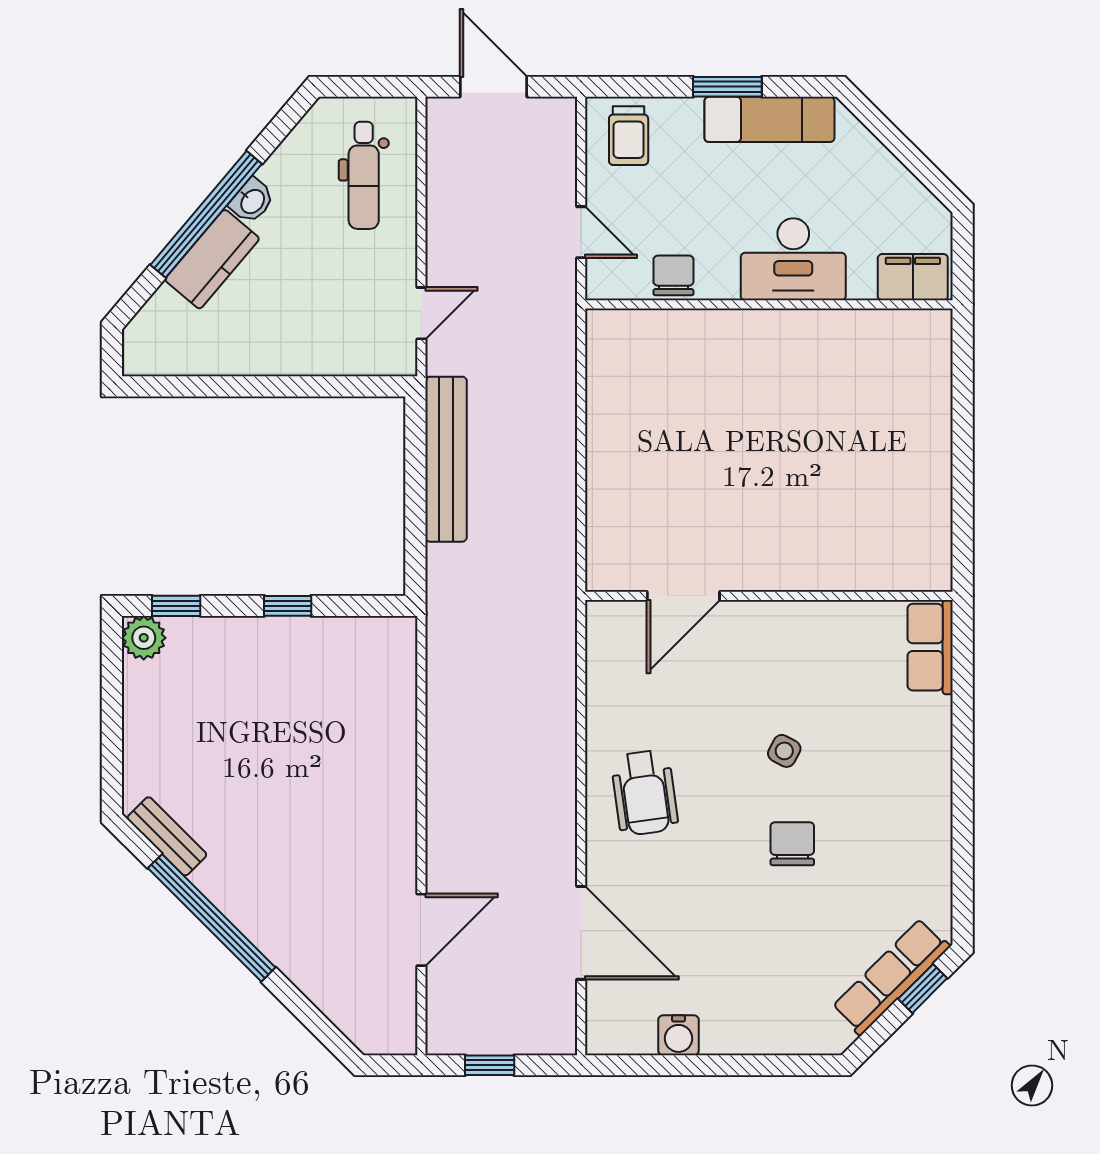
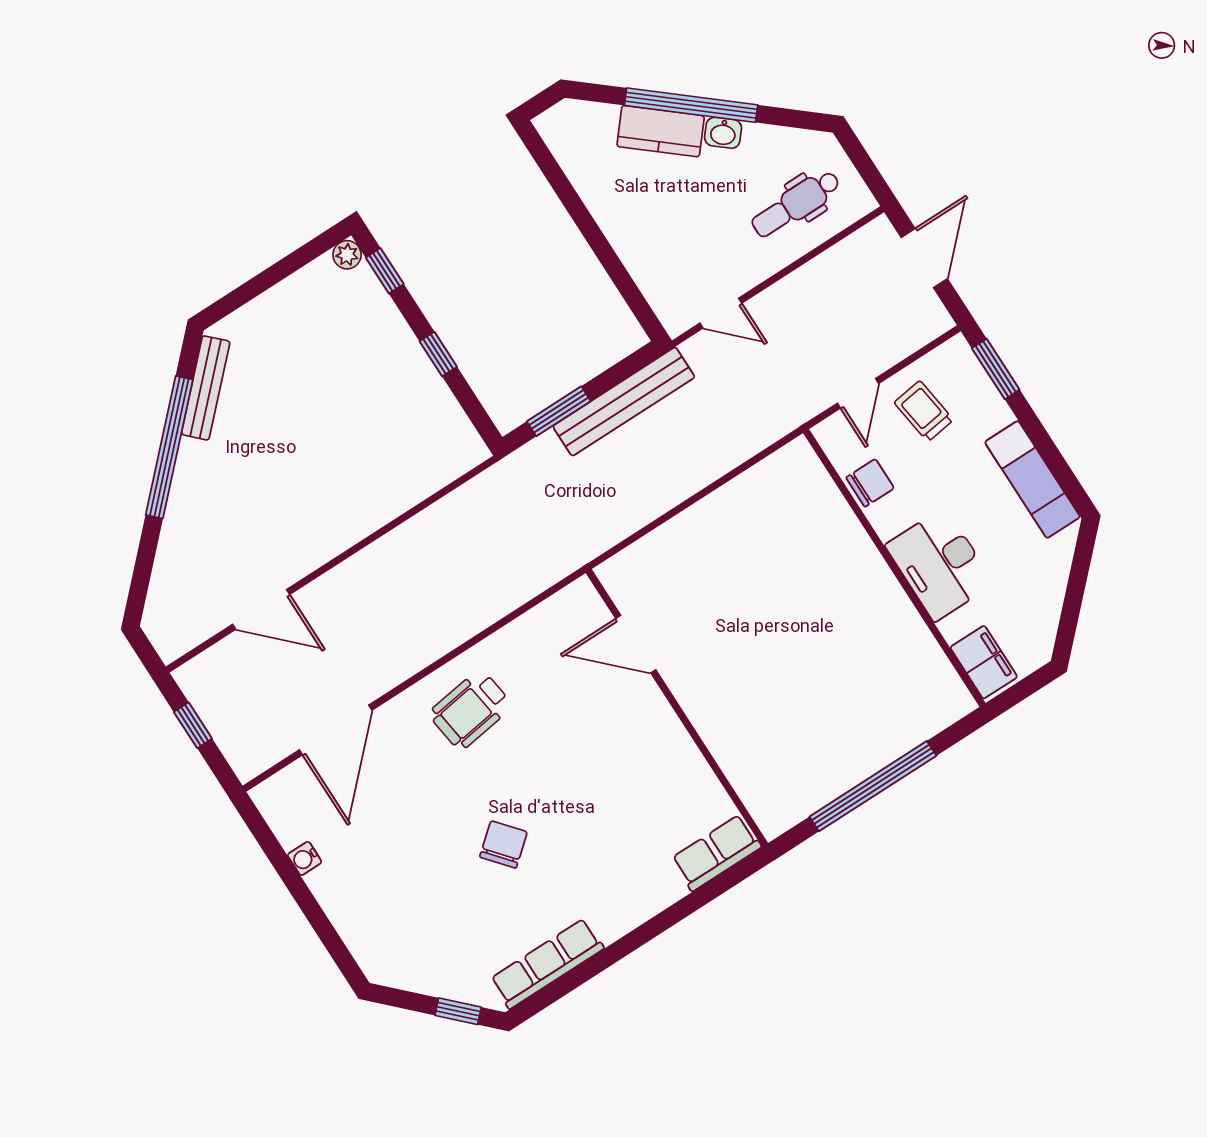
window: (727, 87) -> (996, 369), moved
trolley: (629, 136) -> (924, 411), moved, turned 82
window: (963, 458) -> (873, 786), added
window: (415, 527) -> (559, 411), added
plant: (144, 638) -> (347, 255), width x0.73, depth x0.73
side table: (784, 751) -> (569, 794), removed
bench: (167, 836) -> (206, 388), width x1.36
chair: (792, 844) -> (503, 844), turned -40
row of seats: (891, 977) -> (547, 964), moved, turned -45
water cooler: (679, 1035) -> (305, 858), width x0.72, depth x0.72

